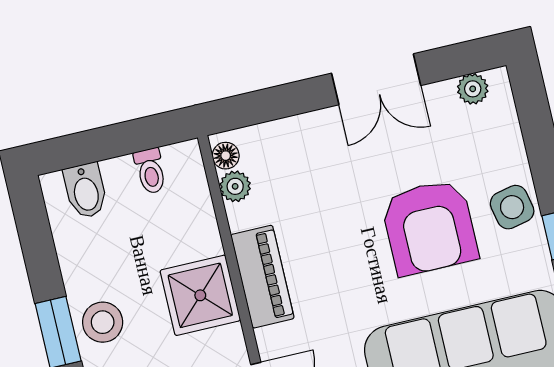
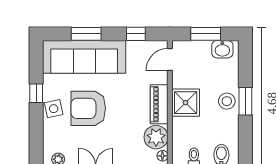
plant: (235, 186) -> (156, 137), width x1.87, depth x1.87
armchair: (429, 227) -> (88, 108), turned -90

